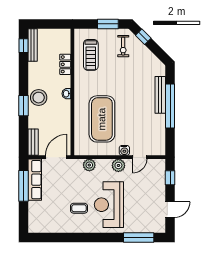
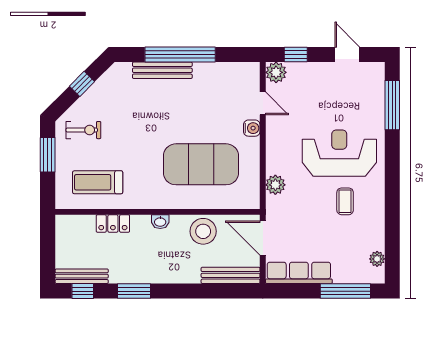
window: (143, 37) -> (82, 84), moved
treadmill: (91, 55) -> (98, 182), turned 180
stool: (39, 98) -> (203, 231), moved
window: (23, 106) -> (134, 291), moved
bench: (33, 142) -> (231, 275), width x1.36
plant: (118, 165) -> (276, 72), moved
window: (23, 186) -> (345, 291), moved
reception desk: (109, 205) -> (339, 153), turned 180
plant: (43, 228) -> (377, 259), added

